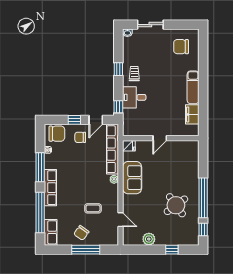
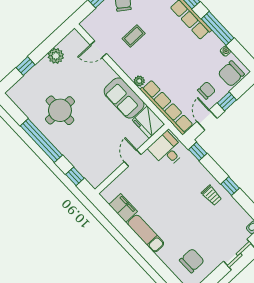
desk: (134, 97) -> (167, 150), moved, turned -90
fridge: (129, 146) -> (148, 122), width x1.88, depth x1.34
round table: (176, 205) -> (60, 110), turned 36
window: (203, 230) -> (75, 176), moved

